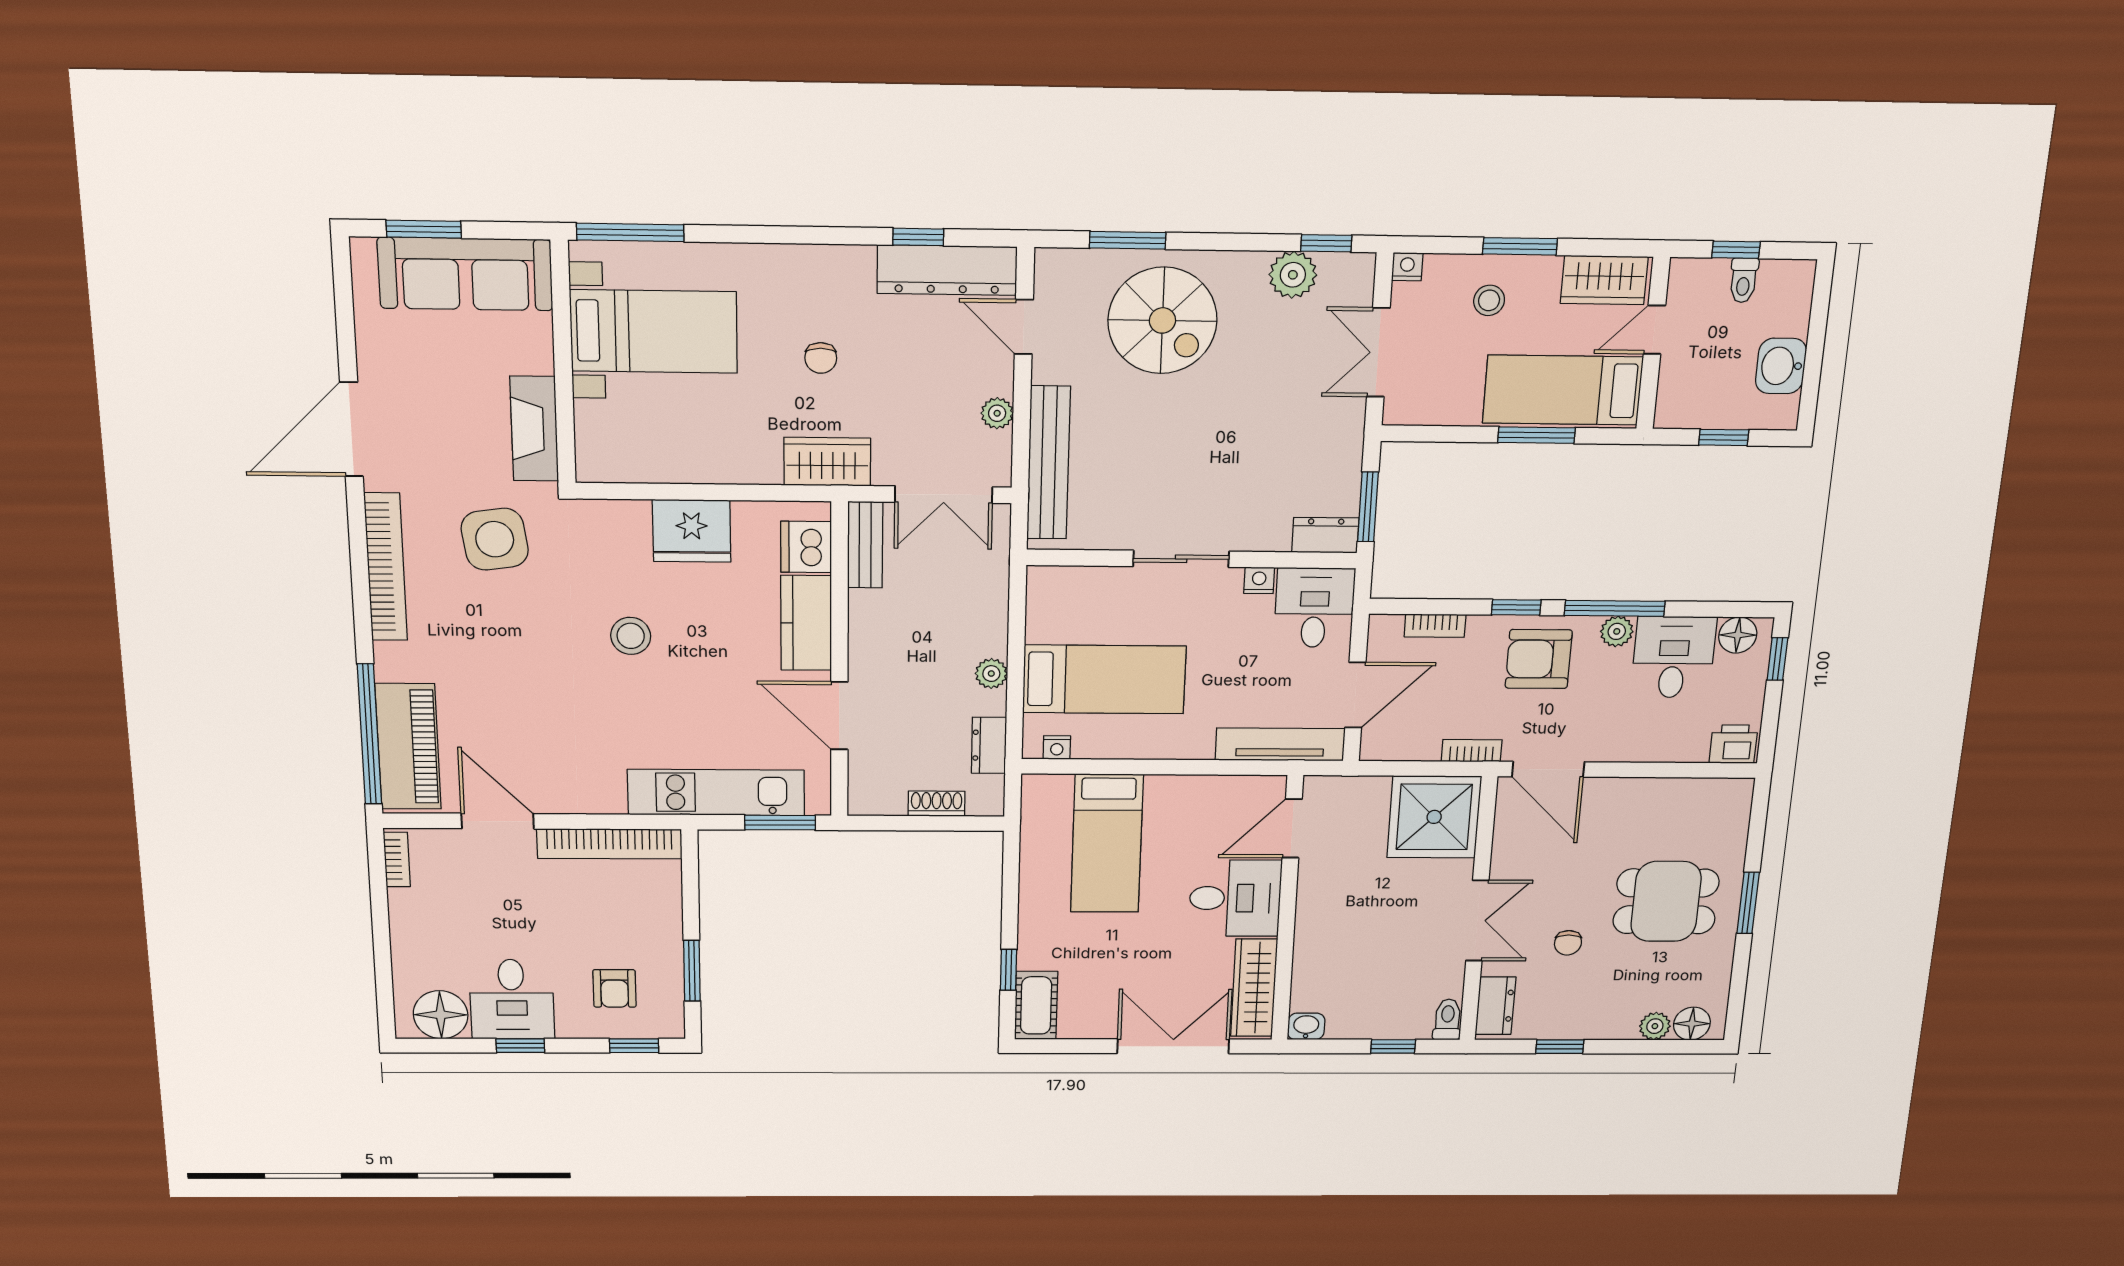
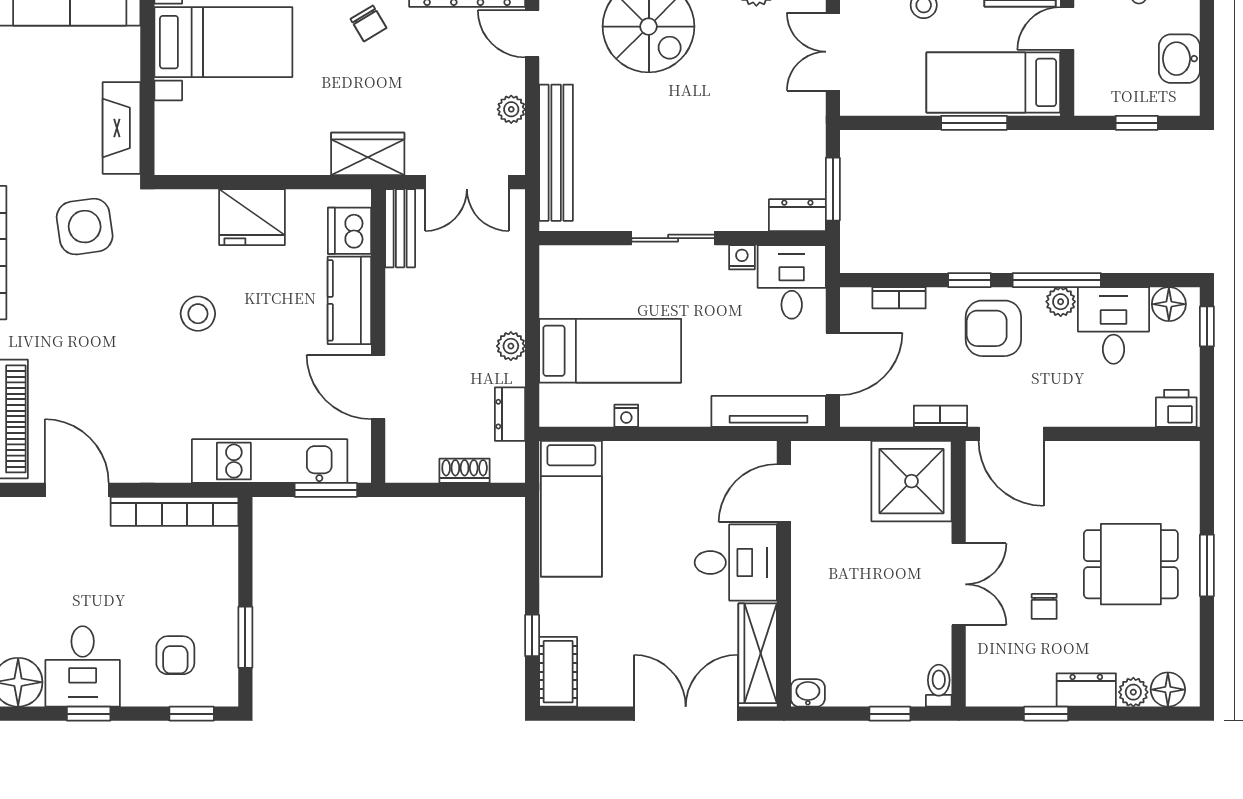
chair: (821, 358) -> (368, 23), moved, turned -31
nightstand: (1057, 747) -> (626, 416), moved
bed: (1107, 843) -> (571, 509), moved
dresser: (1496, 1006) -> (1086, 690), moved, turned -90

